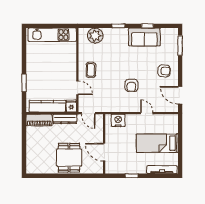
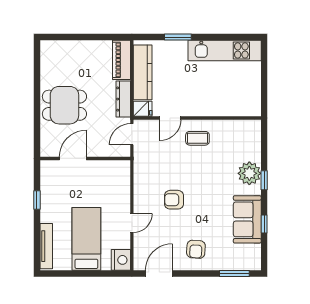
kitchen unit: (52, 35) -> (225, 50), moved, turned -90
plant: (95, 36) -> (249, 173), moved
nightstand: (118, 120) -> (121, 260), moved

